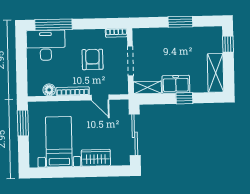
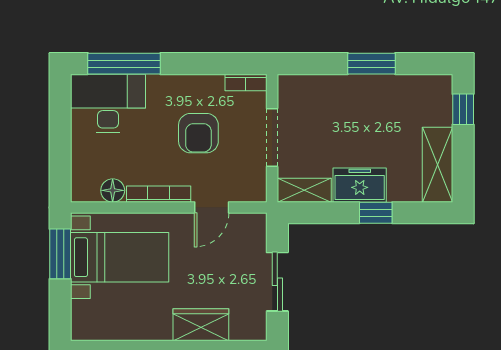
armchair: (92, 59) -> (198, 133), turned 180
door: (100, 97) -> (212, 208), hinge flipped
sliding door: (135, 135) -> (277, 282), width x0.73
bed with nightstands: (59, 142) -> (120, 257), moved, turned 90

